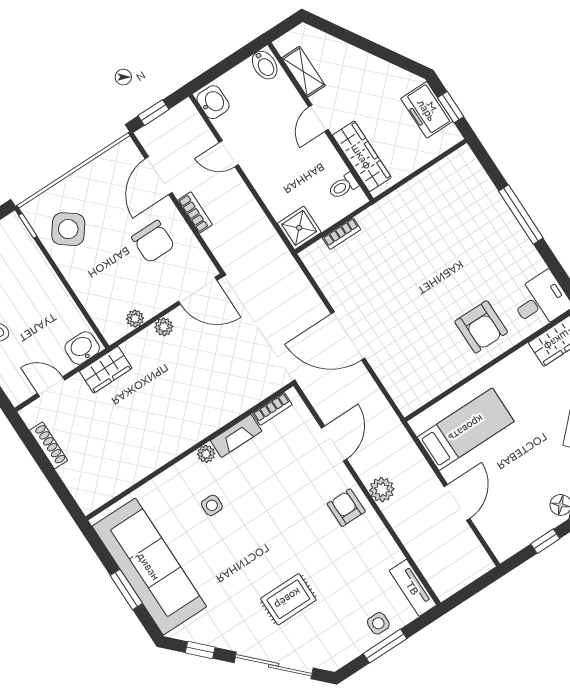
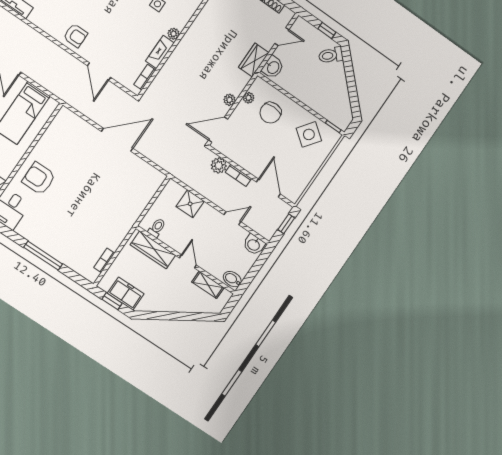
shower: (299, 228) -> (190, 204), moved
bookcase: (342, 234) -> (104, 260), moved
chair: (153, 242) -> (270, 113), moved, turned -90
plant: (382, 490) -> (219, 165), moved

